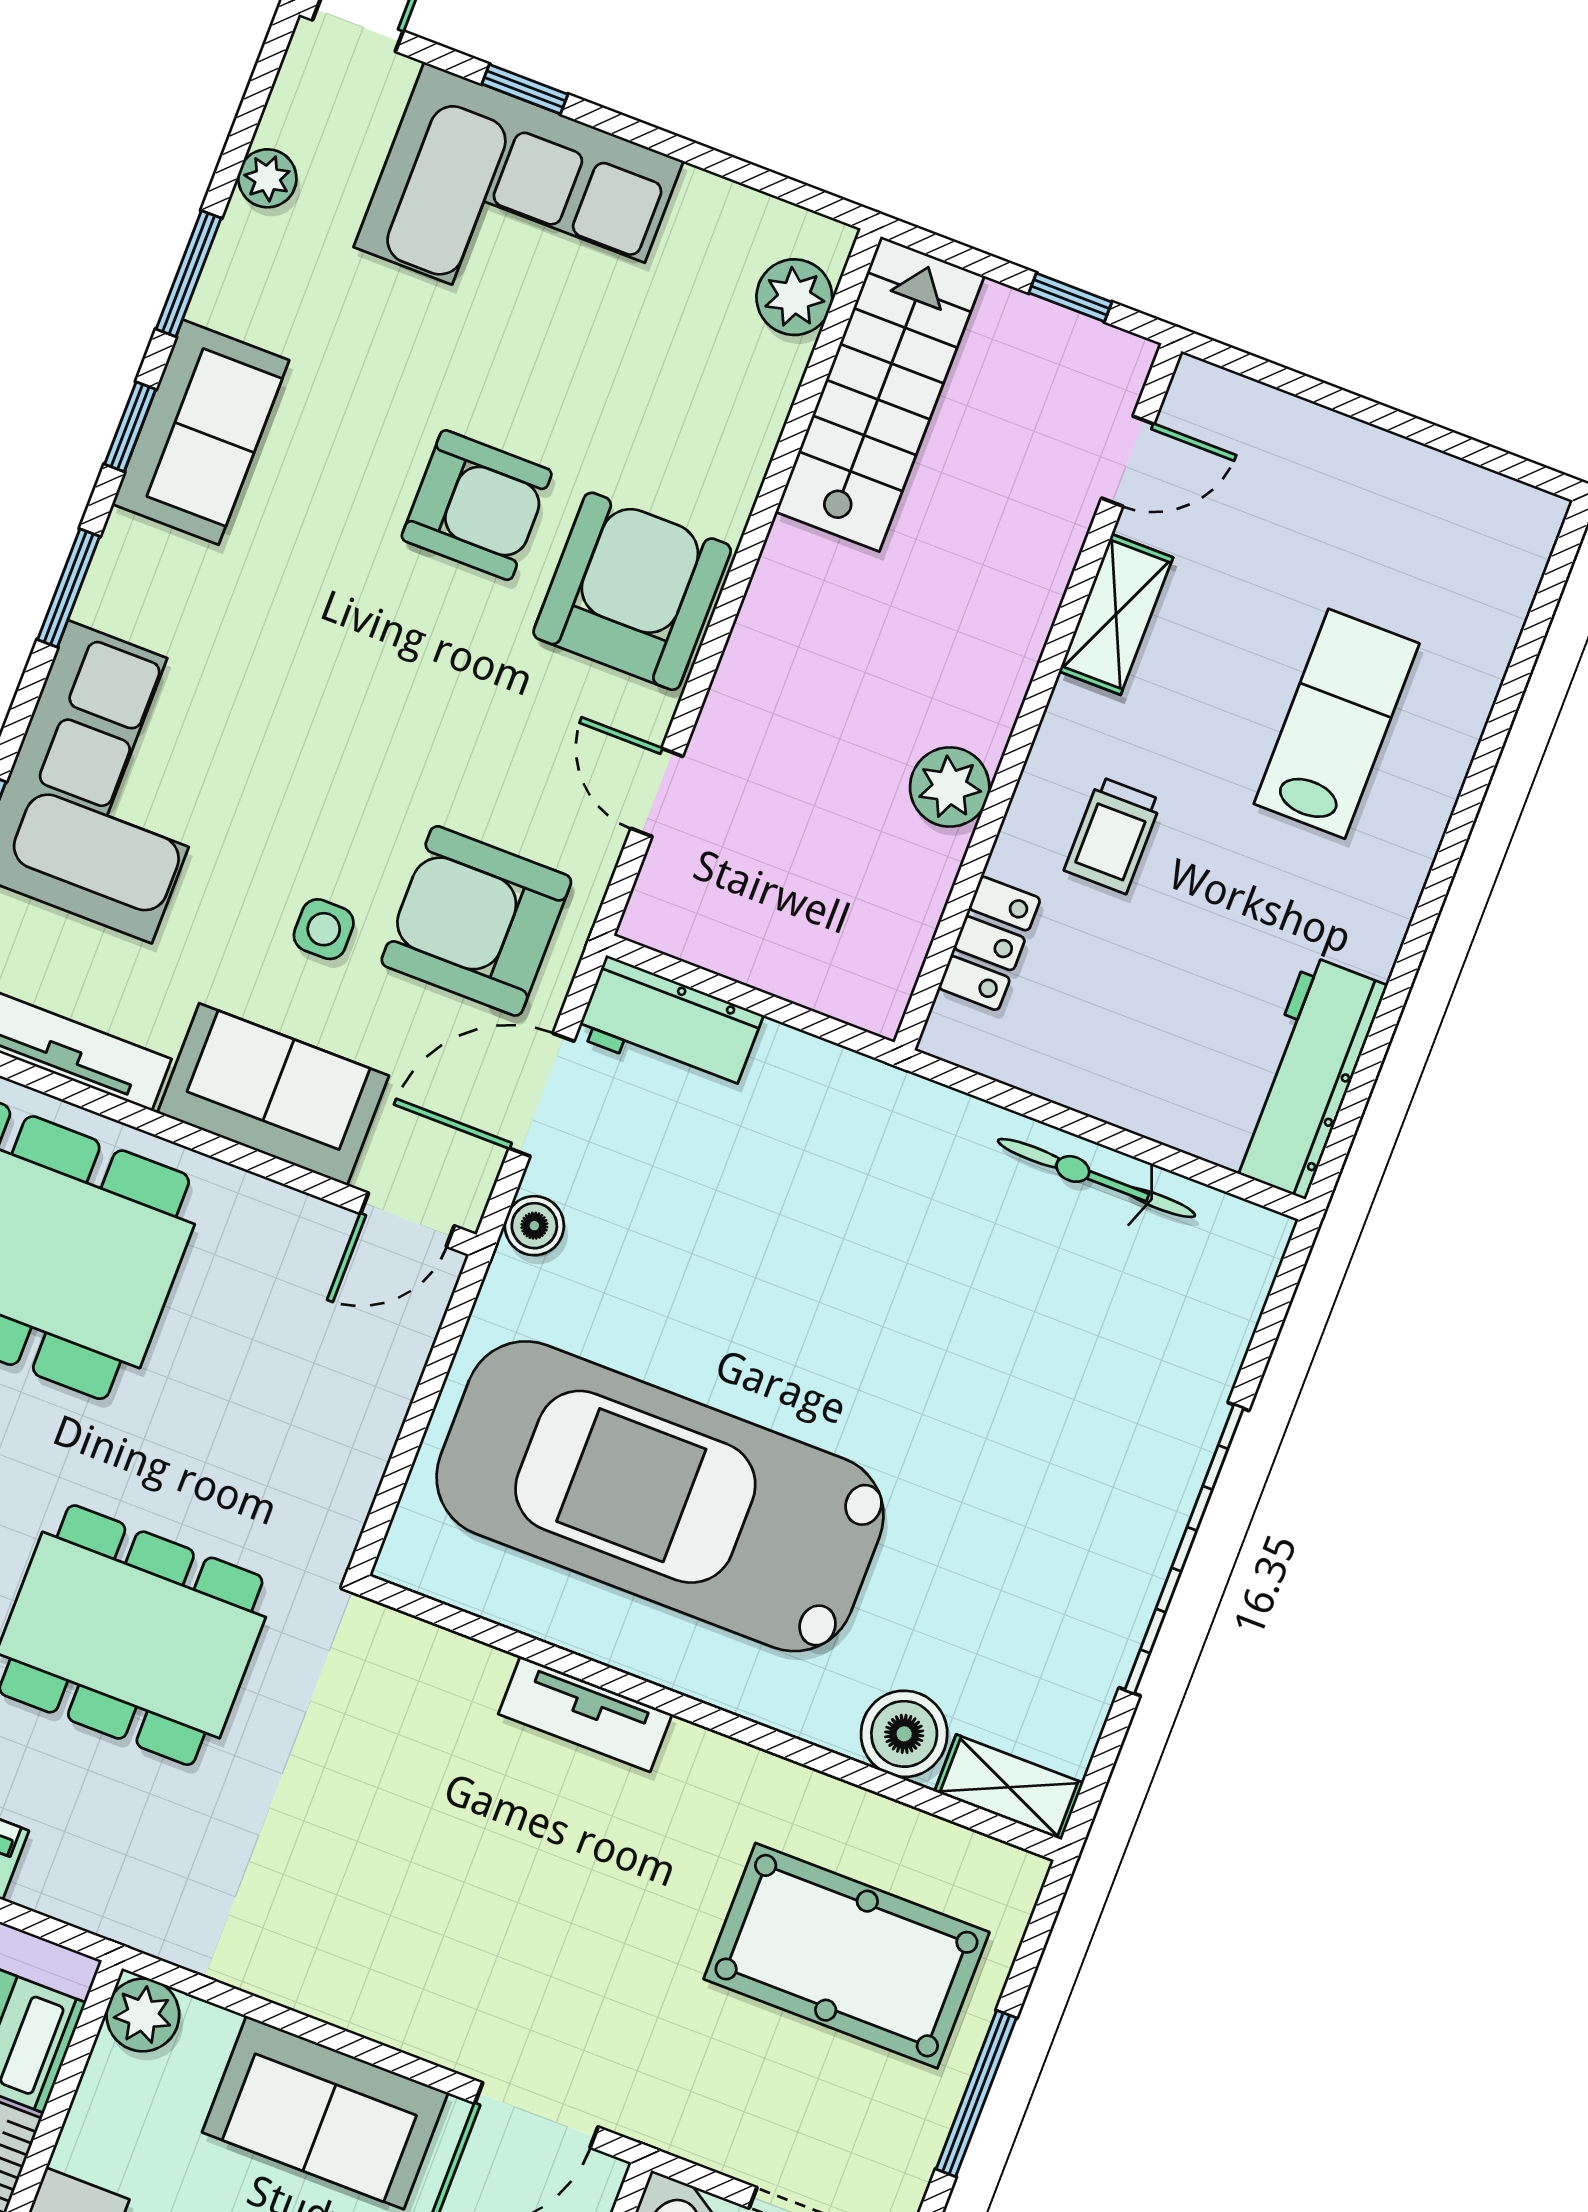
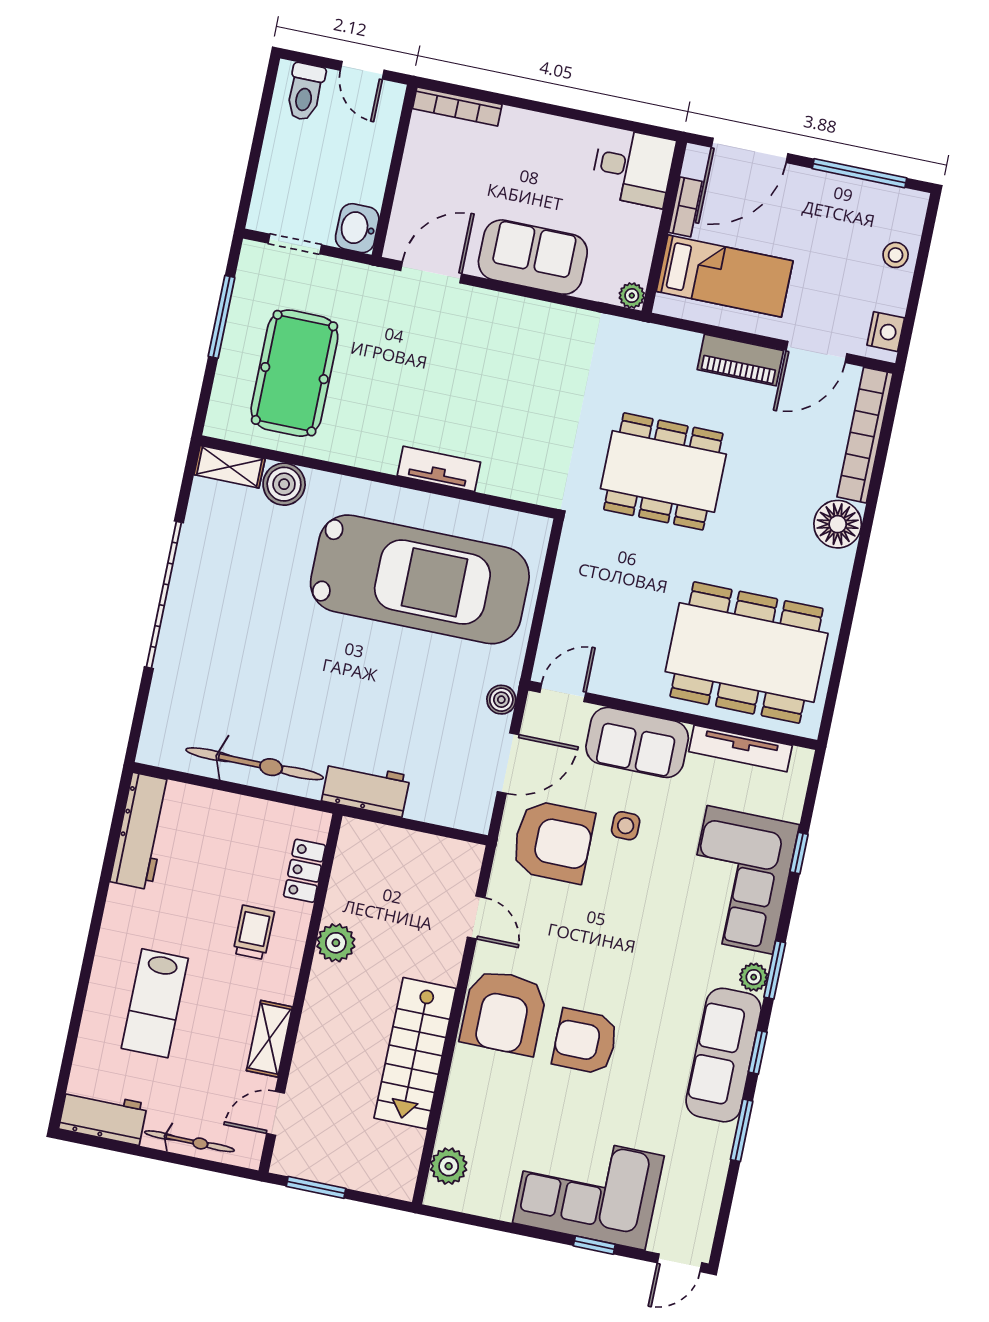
plant: (267, 178) -> (754, 977), moved
window: (1070, 297) -> (316, 1187), width x1.50
stairs: (880, 394) -> (415, 1053), moved
sofa: (201, 432) -> (724, 1055), width x1.36
bicycle: (1312, 433) -> (189, 1141), added
workbench: (1479, 511) -> (103, 1116), added
workbench: (669, 1026) -> (366, 788), moved
bicycle: (1097, 1178) -> (255, 764), width x1.37, depth x1.40
pool table: (846, 1956) -> (294, 373), turned 90
plant: (143, 2015) -> (632, 296), width x0.73, depth x0.73

